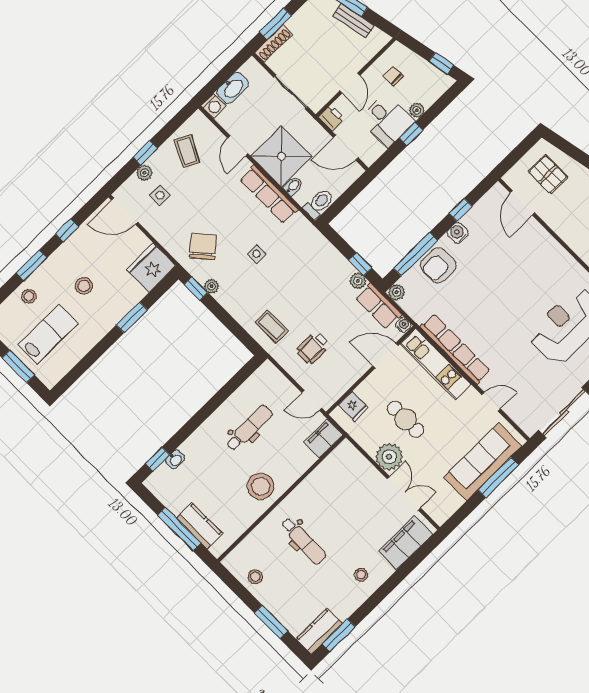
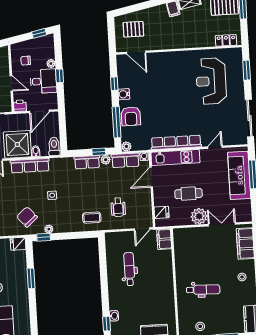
row of seats: (335, 261) -> (87, 162), added
fridge: (151, 268) -> (18, 244), width x0.53, depth x0.75
stool: (261, 486) -> (161, 287), removed

